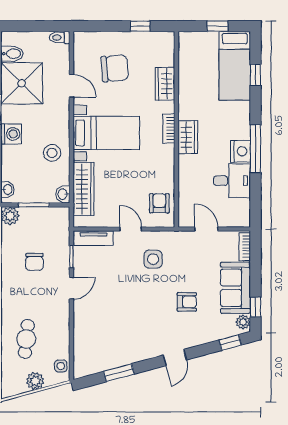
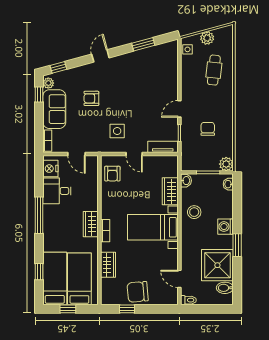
bed: (202, 65) -> (79, 279), added
chair: (115, 68) -> (138, 292), moved
door: (71, 86) -> (179, 279), moved
nightstand: (240, 151) -> (50, 169), moved
wardrobe: (83, 189) -> (170, 191), width x0.67

